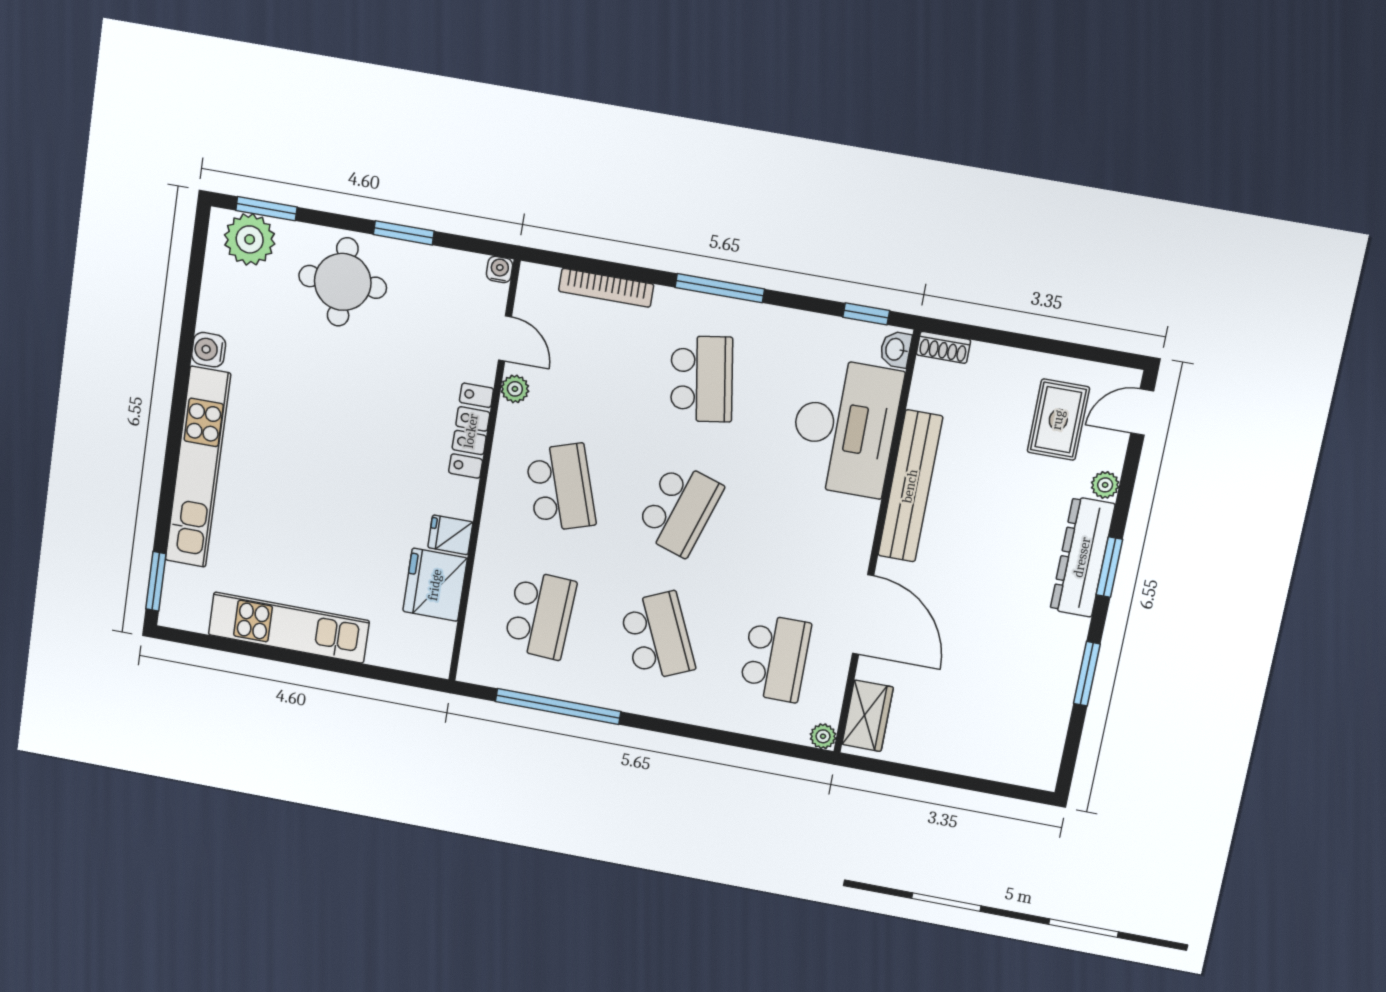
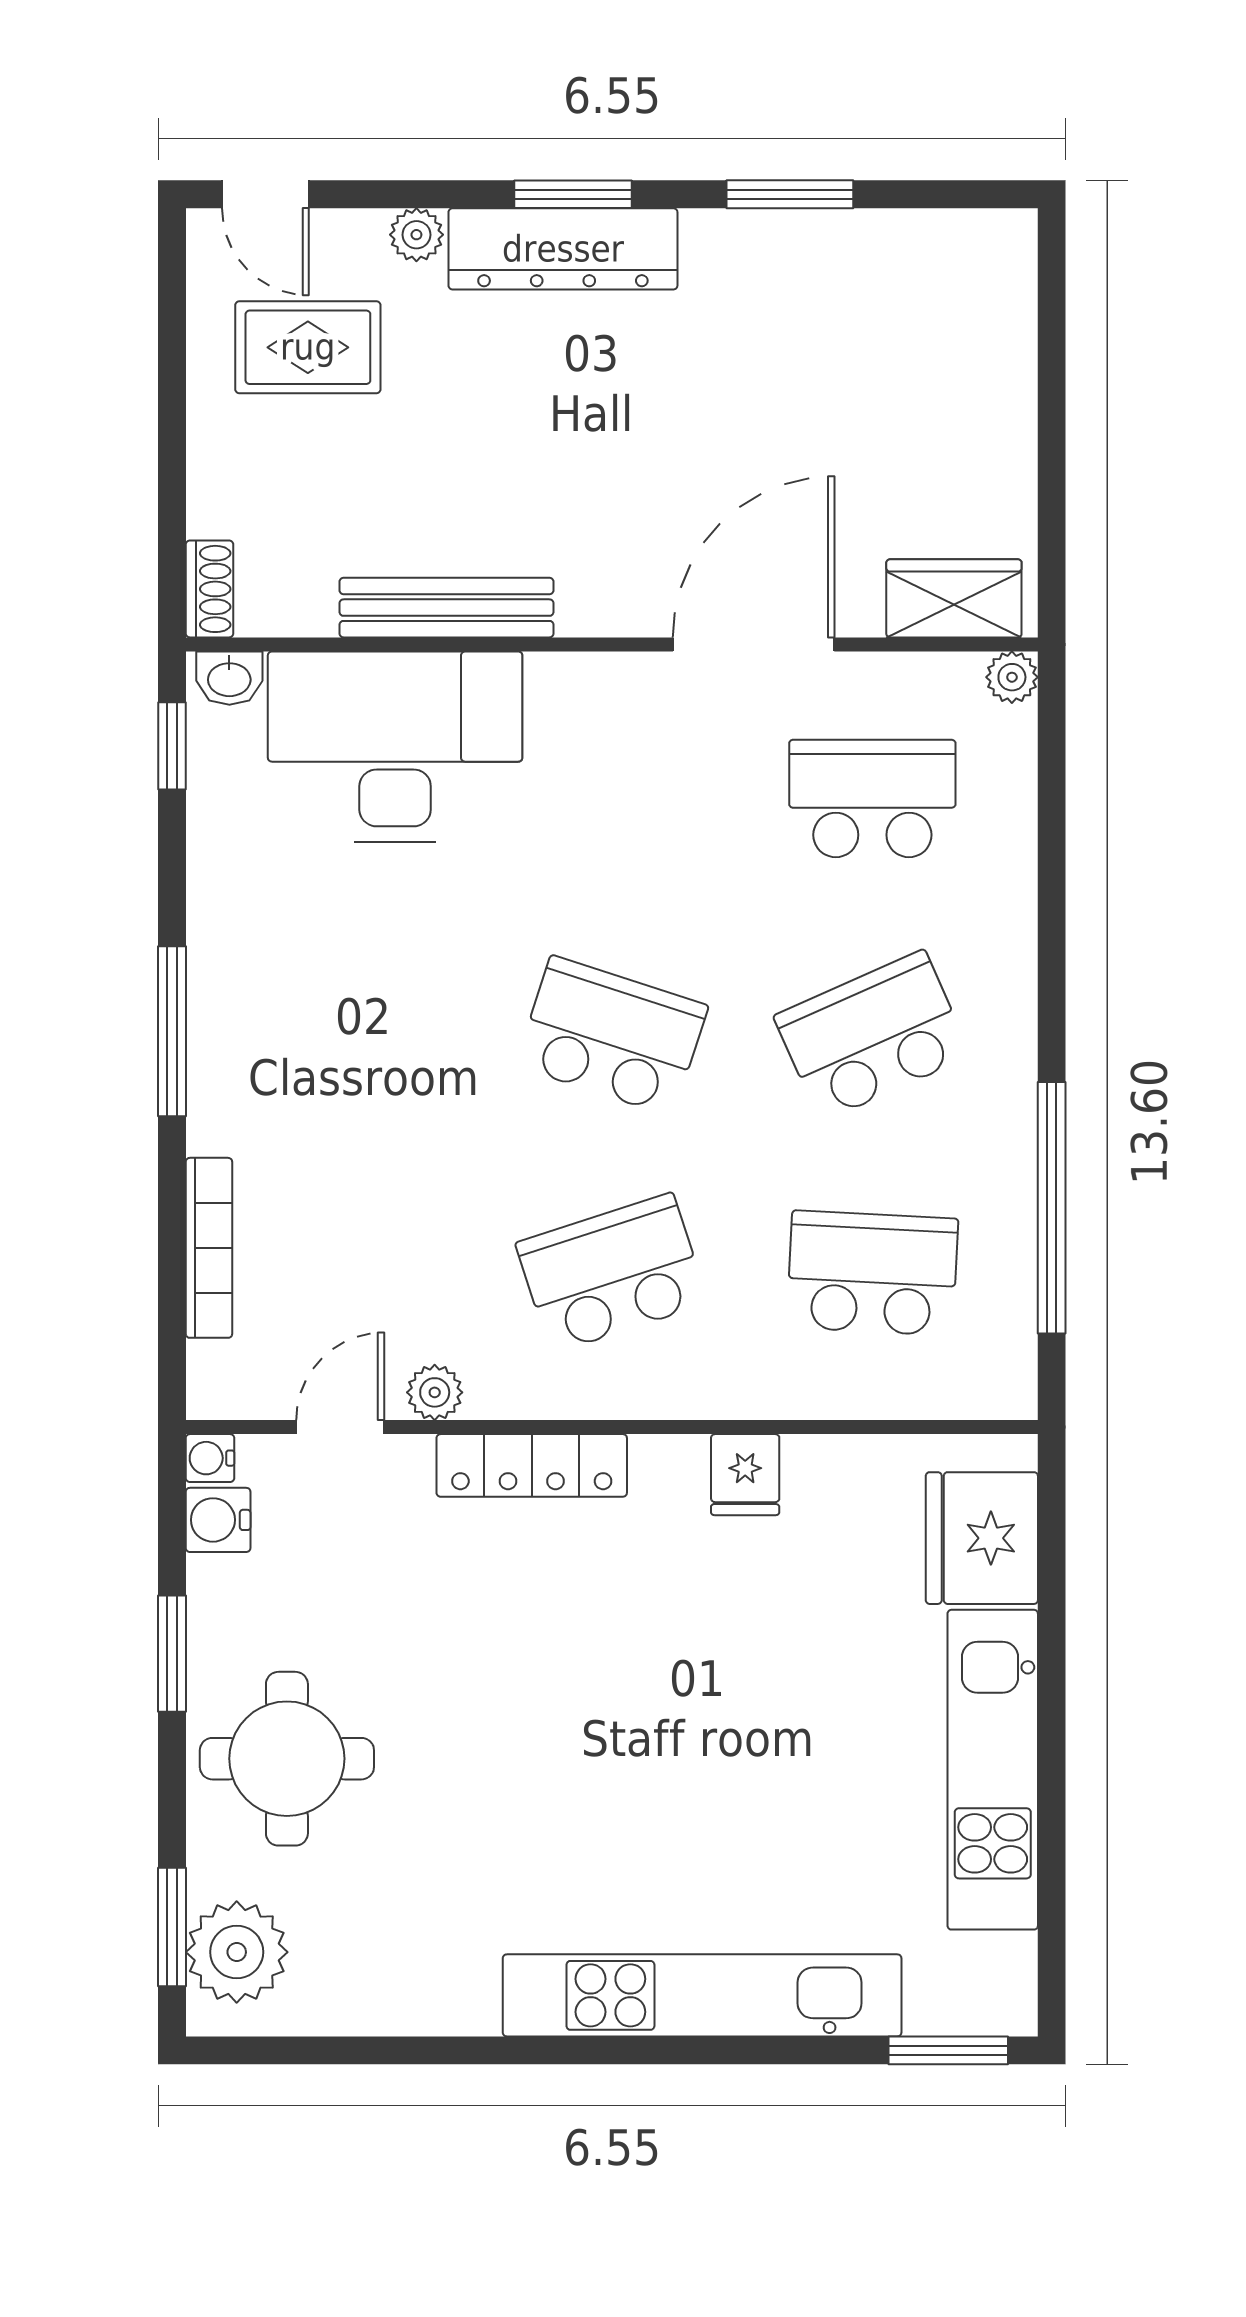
water cooler: (209, 350) -> (218, 1520), moved, turned 90
school desk: (702, 379) -> (351, 1036), removed
bench: (910, 486) -> (447, 608), width x0.73, depth x0.82
fridge: (435, 585) -> (982, 1538), moved, turned 90

